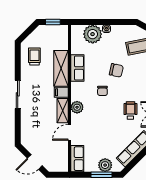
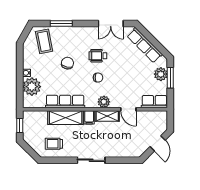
row of seats: (77, 68) -> (65, 101), width x1.48
chair: (102, 91) -> (98, 78), moved
wheelchair: (130, 110) -> (98, 56), moved

